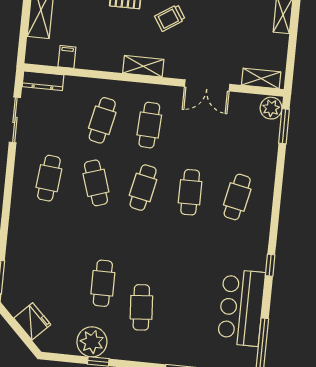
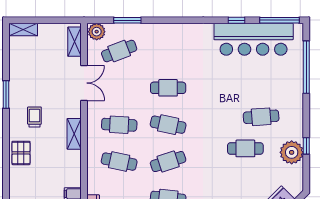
trolley: (170, 18) -> (34, 117), turned -147
window: (284, 126) -> (127, 20), moved
cafe table: (237, 197) -> (119, 51), moved, turned -33
window: (270, 265) -> (237, 20), moved
bar counter: (241, 308) -> (254, 39), width x1.36

